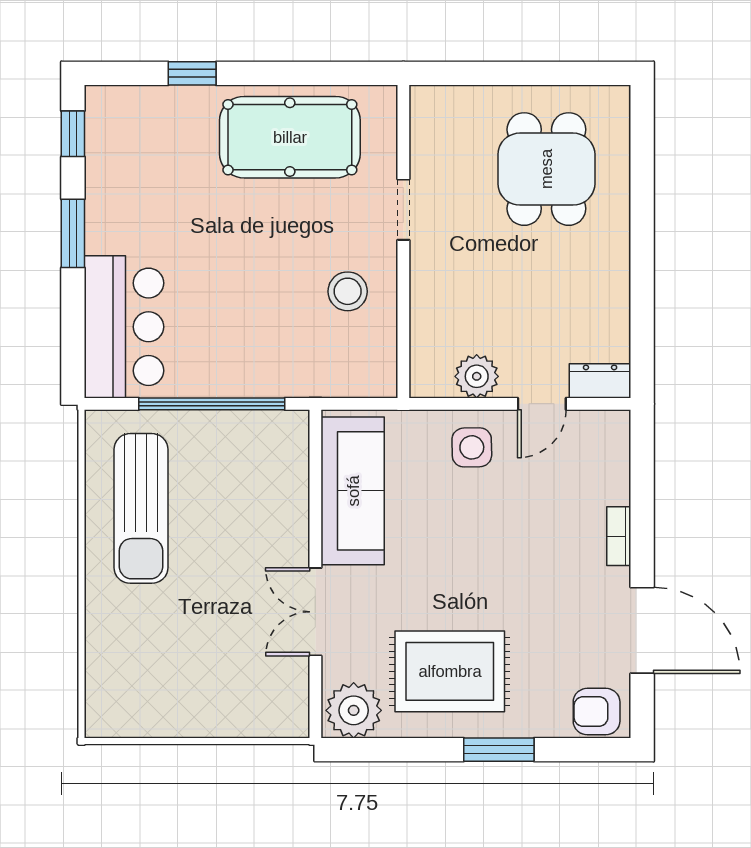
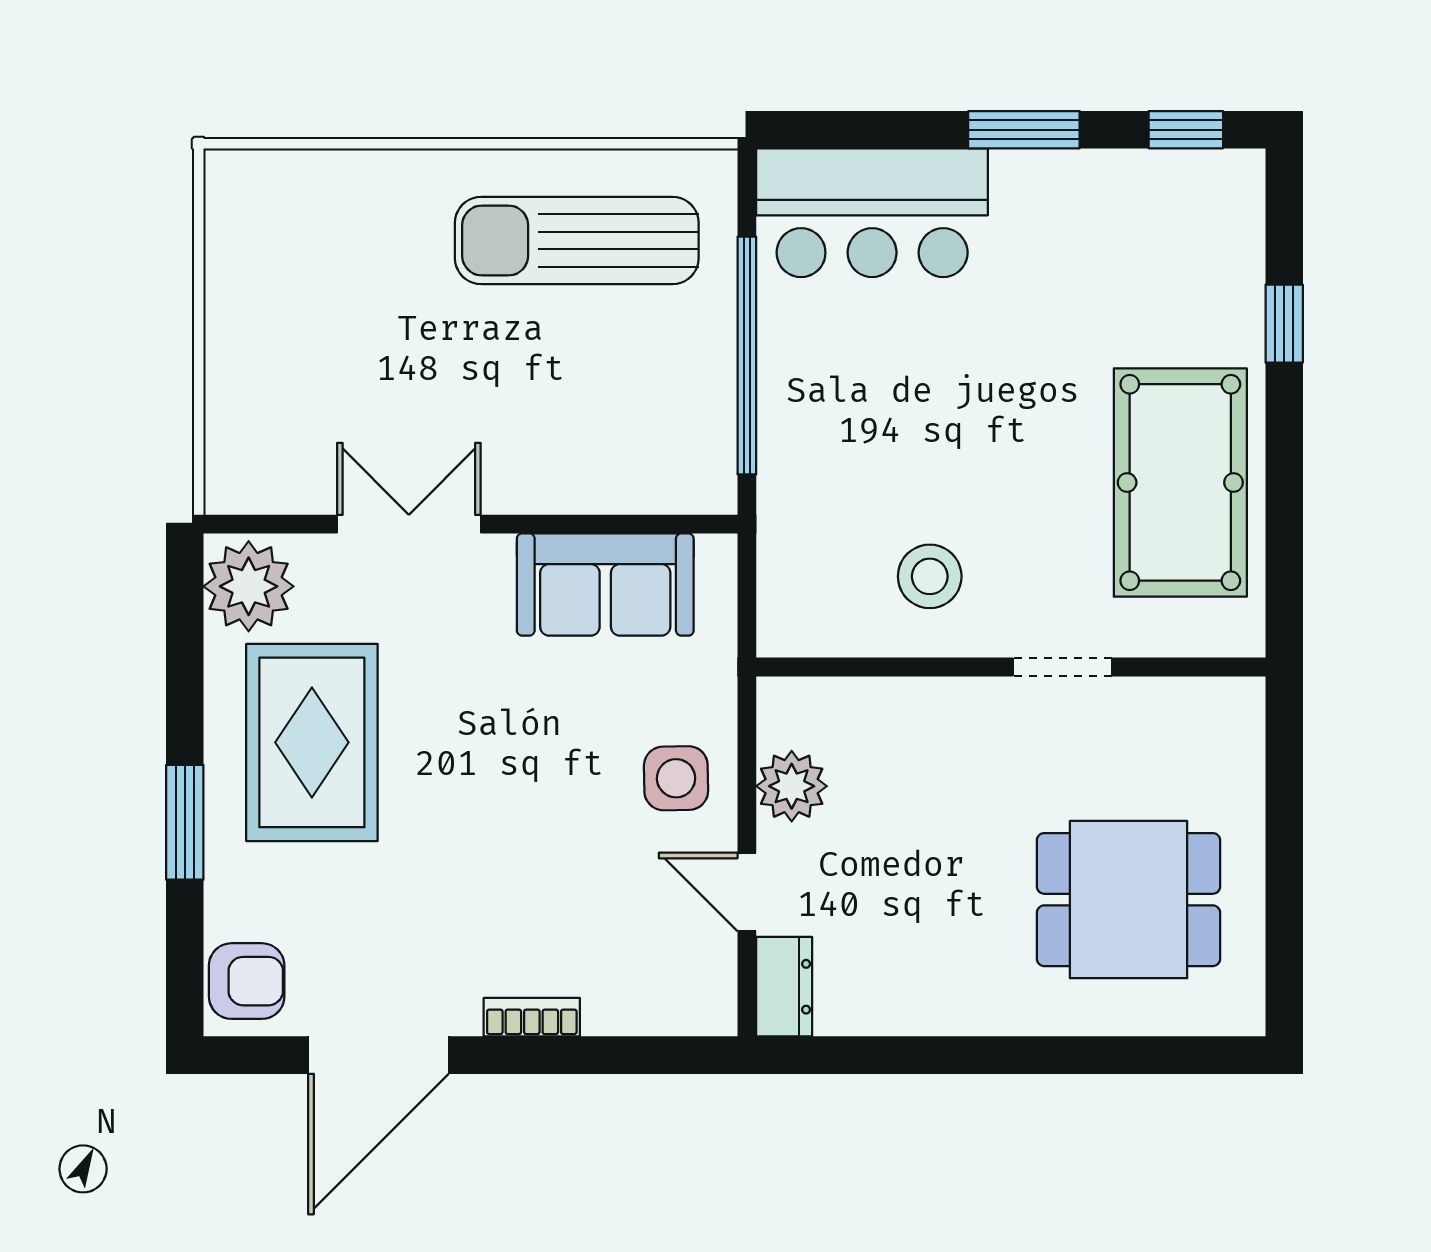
sofa: (353, 491) -> (605, 585), width x0.73
armchair: (597, 712) -> (247, 981), turned 90

